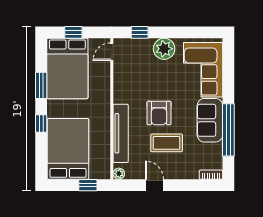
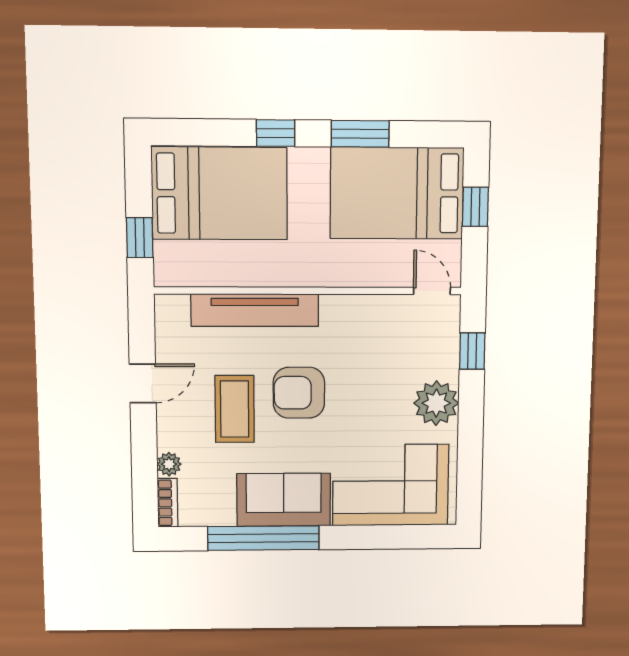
plant: (119, 174) -> (169, 464), moved

